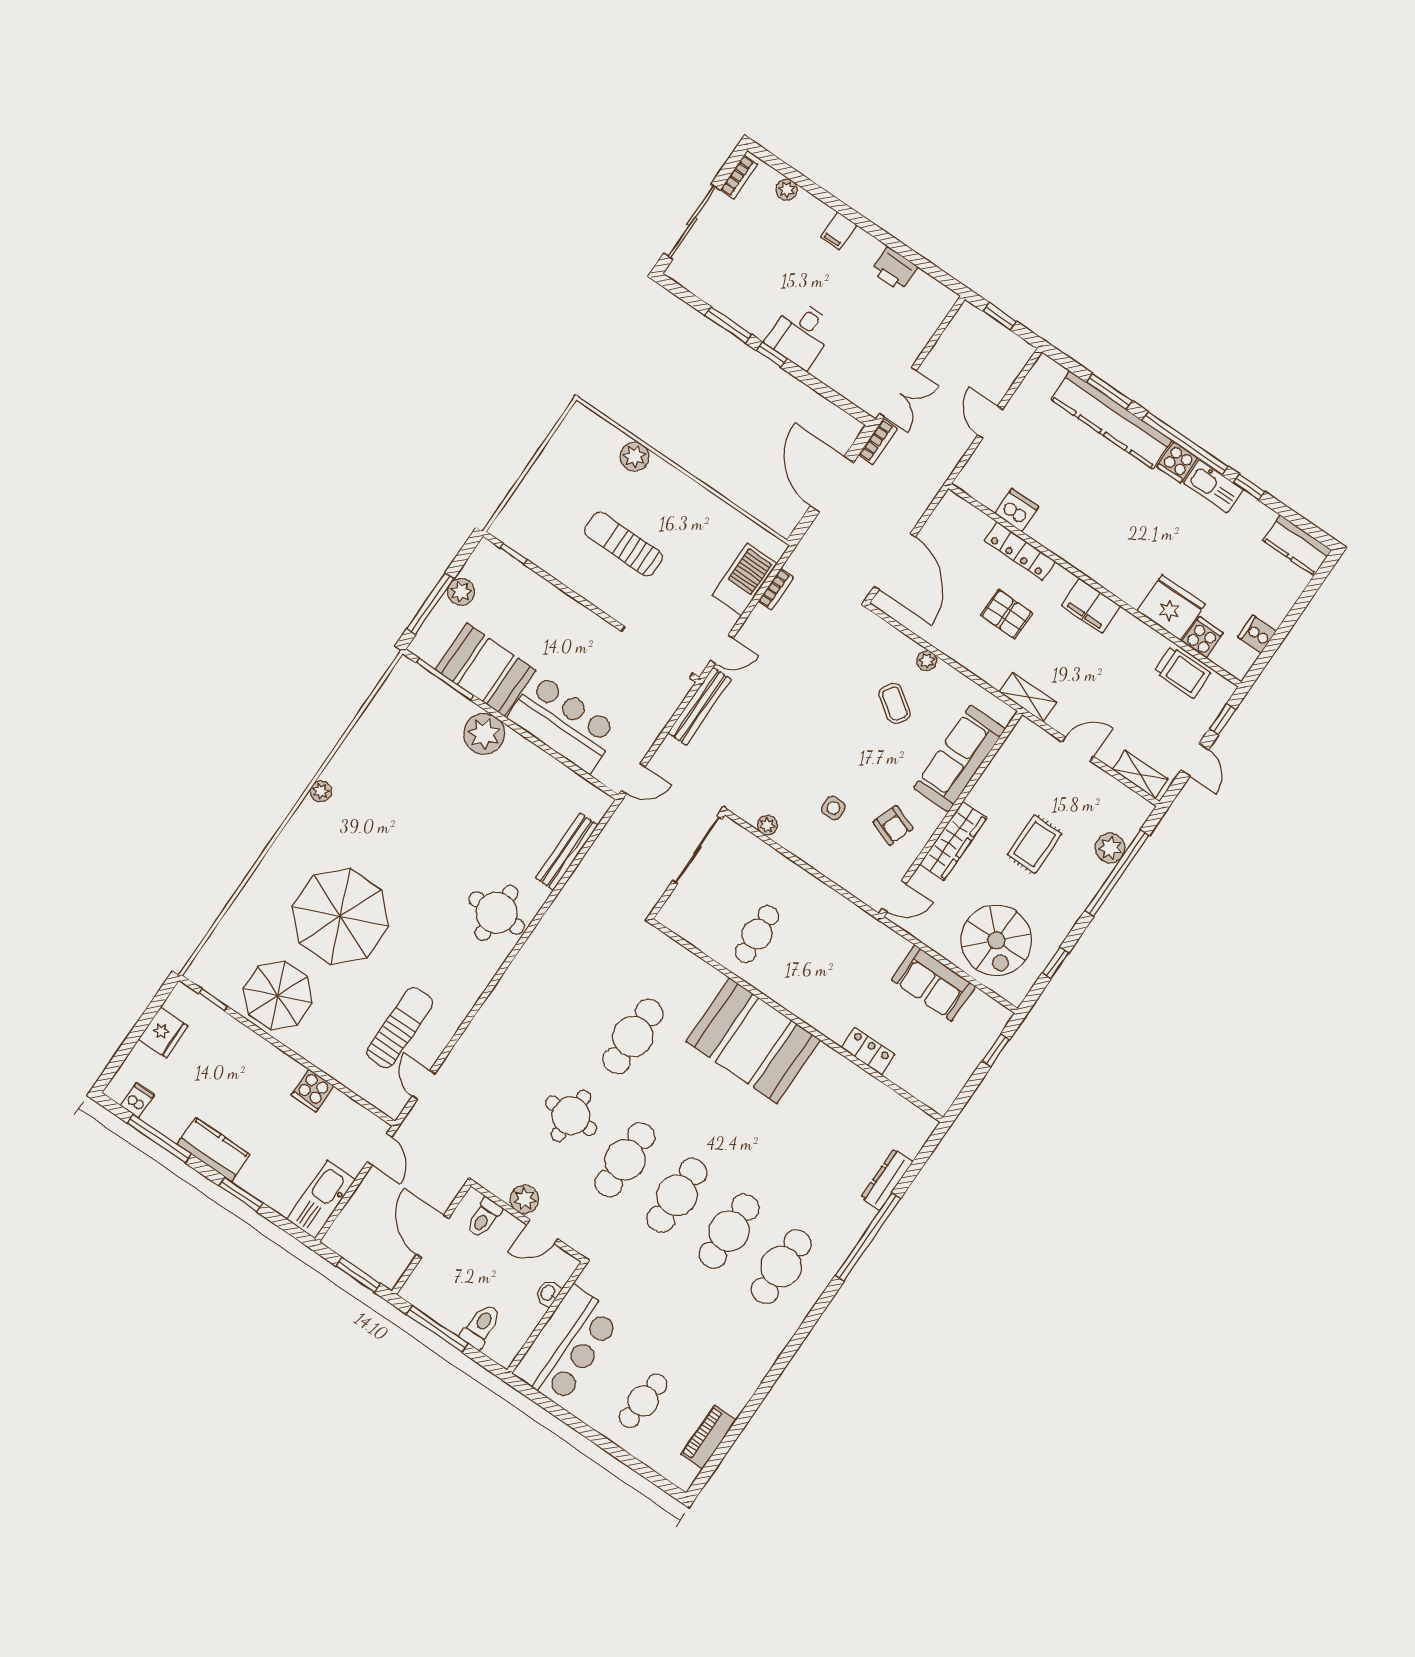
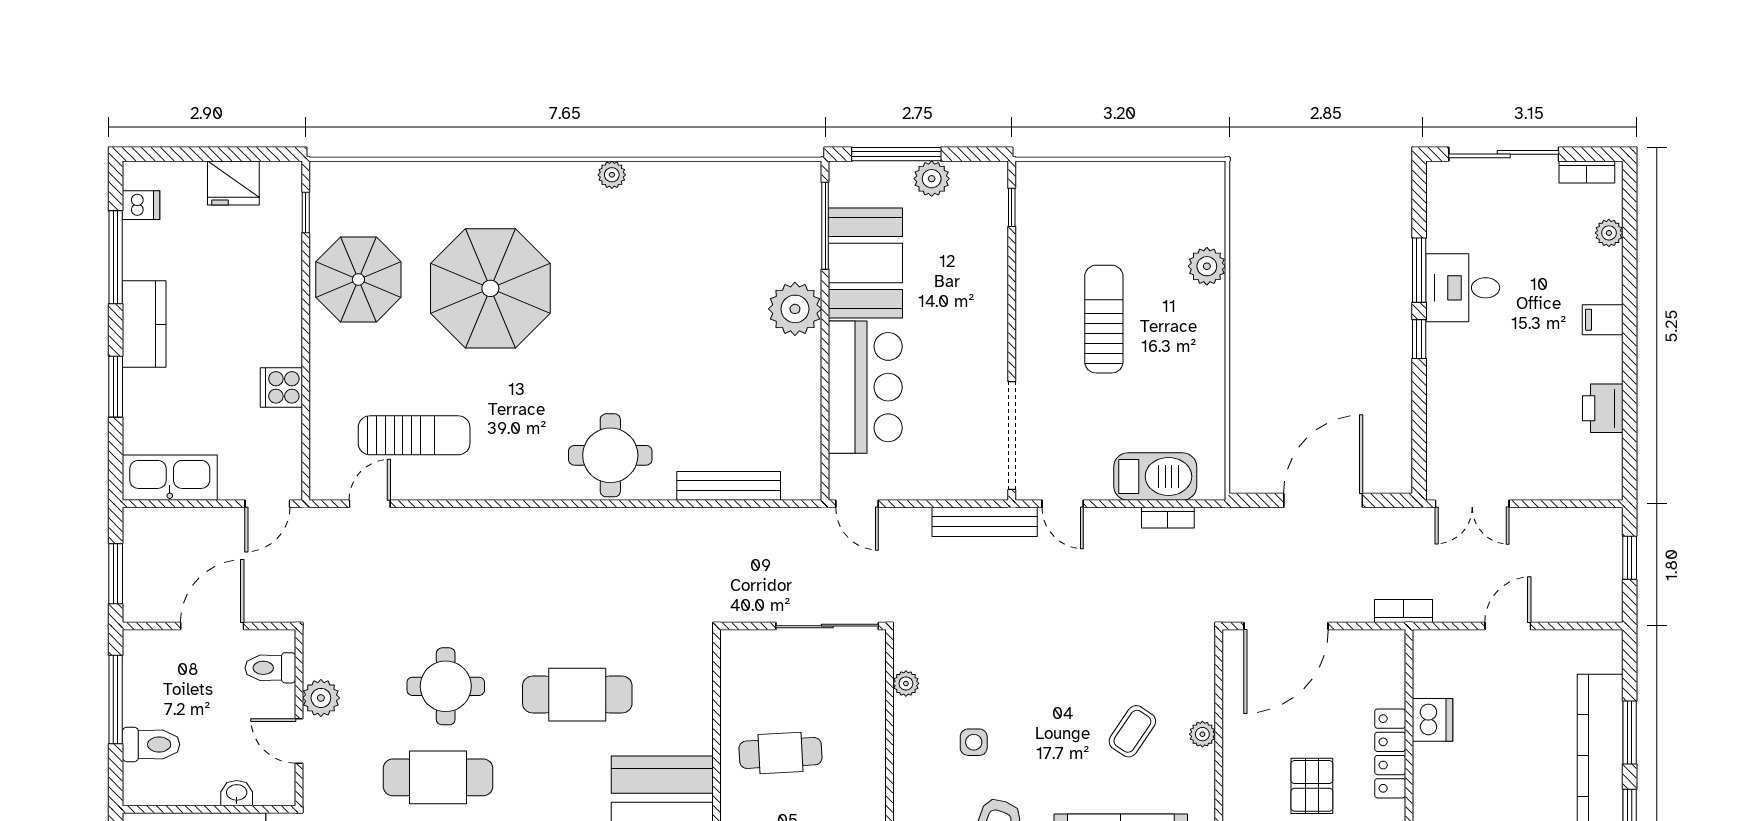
desk: (801, 334) -> (1463, 288), moved
bookcase: (878, 442) -> (1404, 611), moved, turned 180

